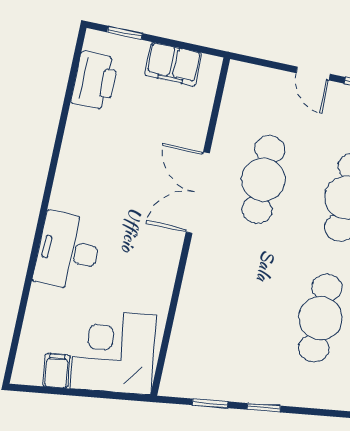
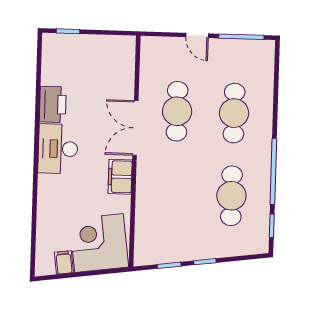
filing cabinet: (173, 64) -> (120, 177), moved, turned 90
printer: (95, 81) -> (53, 104), moved
desk: (68, 251) -> (58, 149), moved

